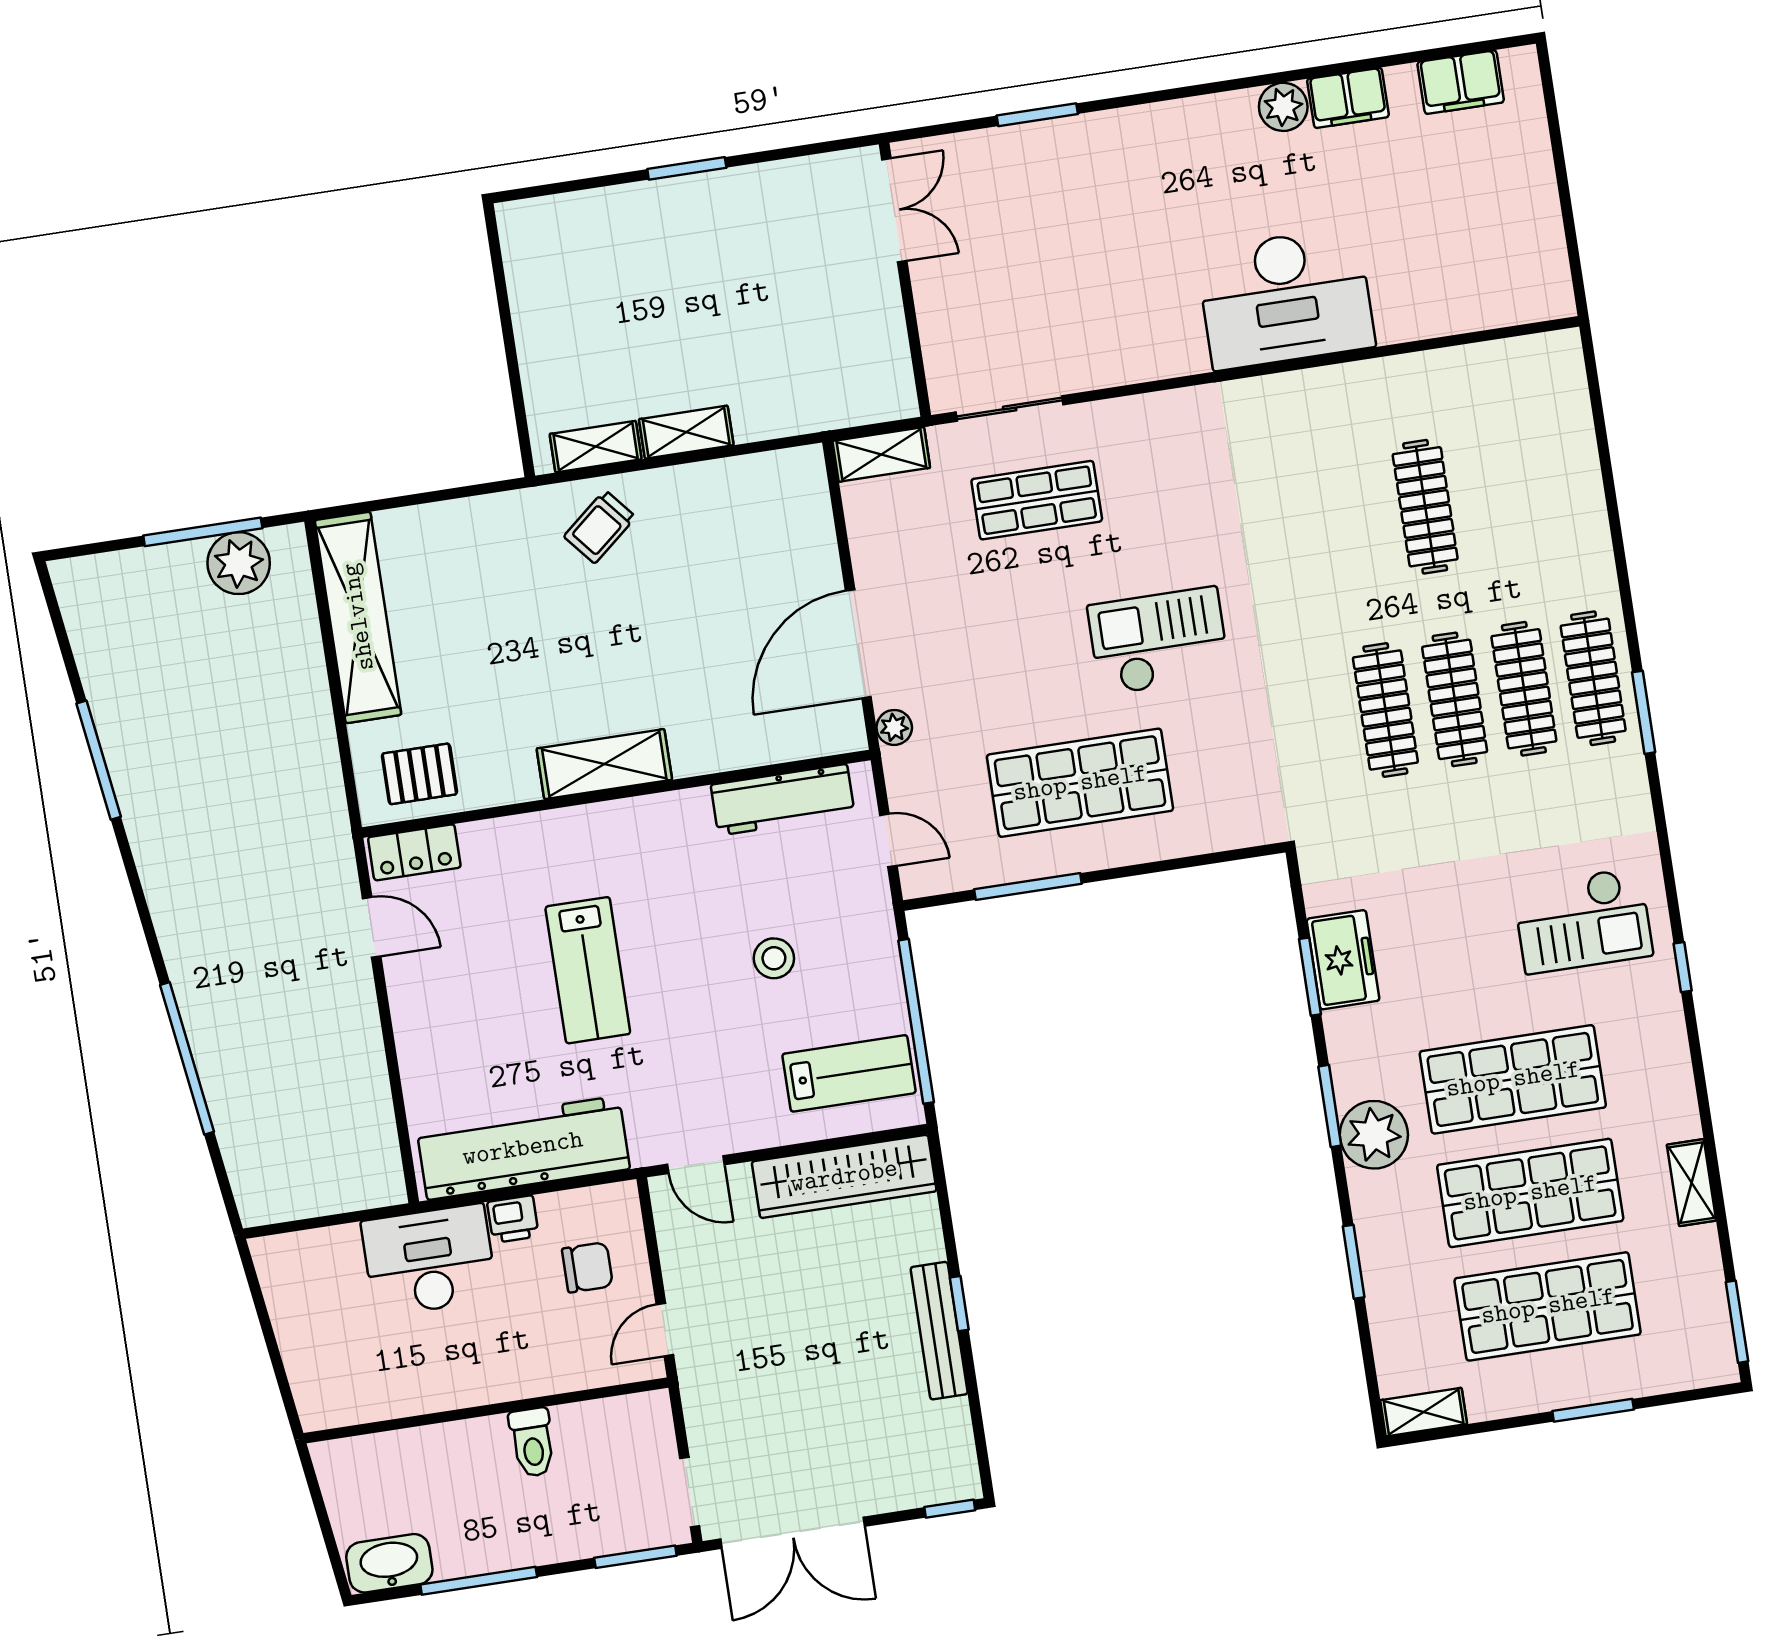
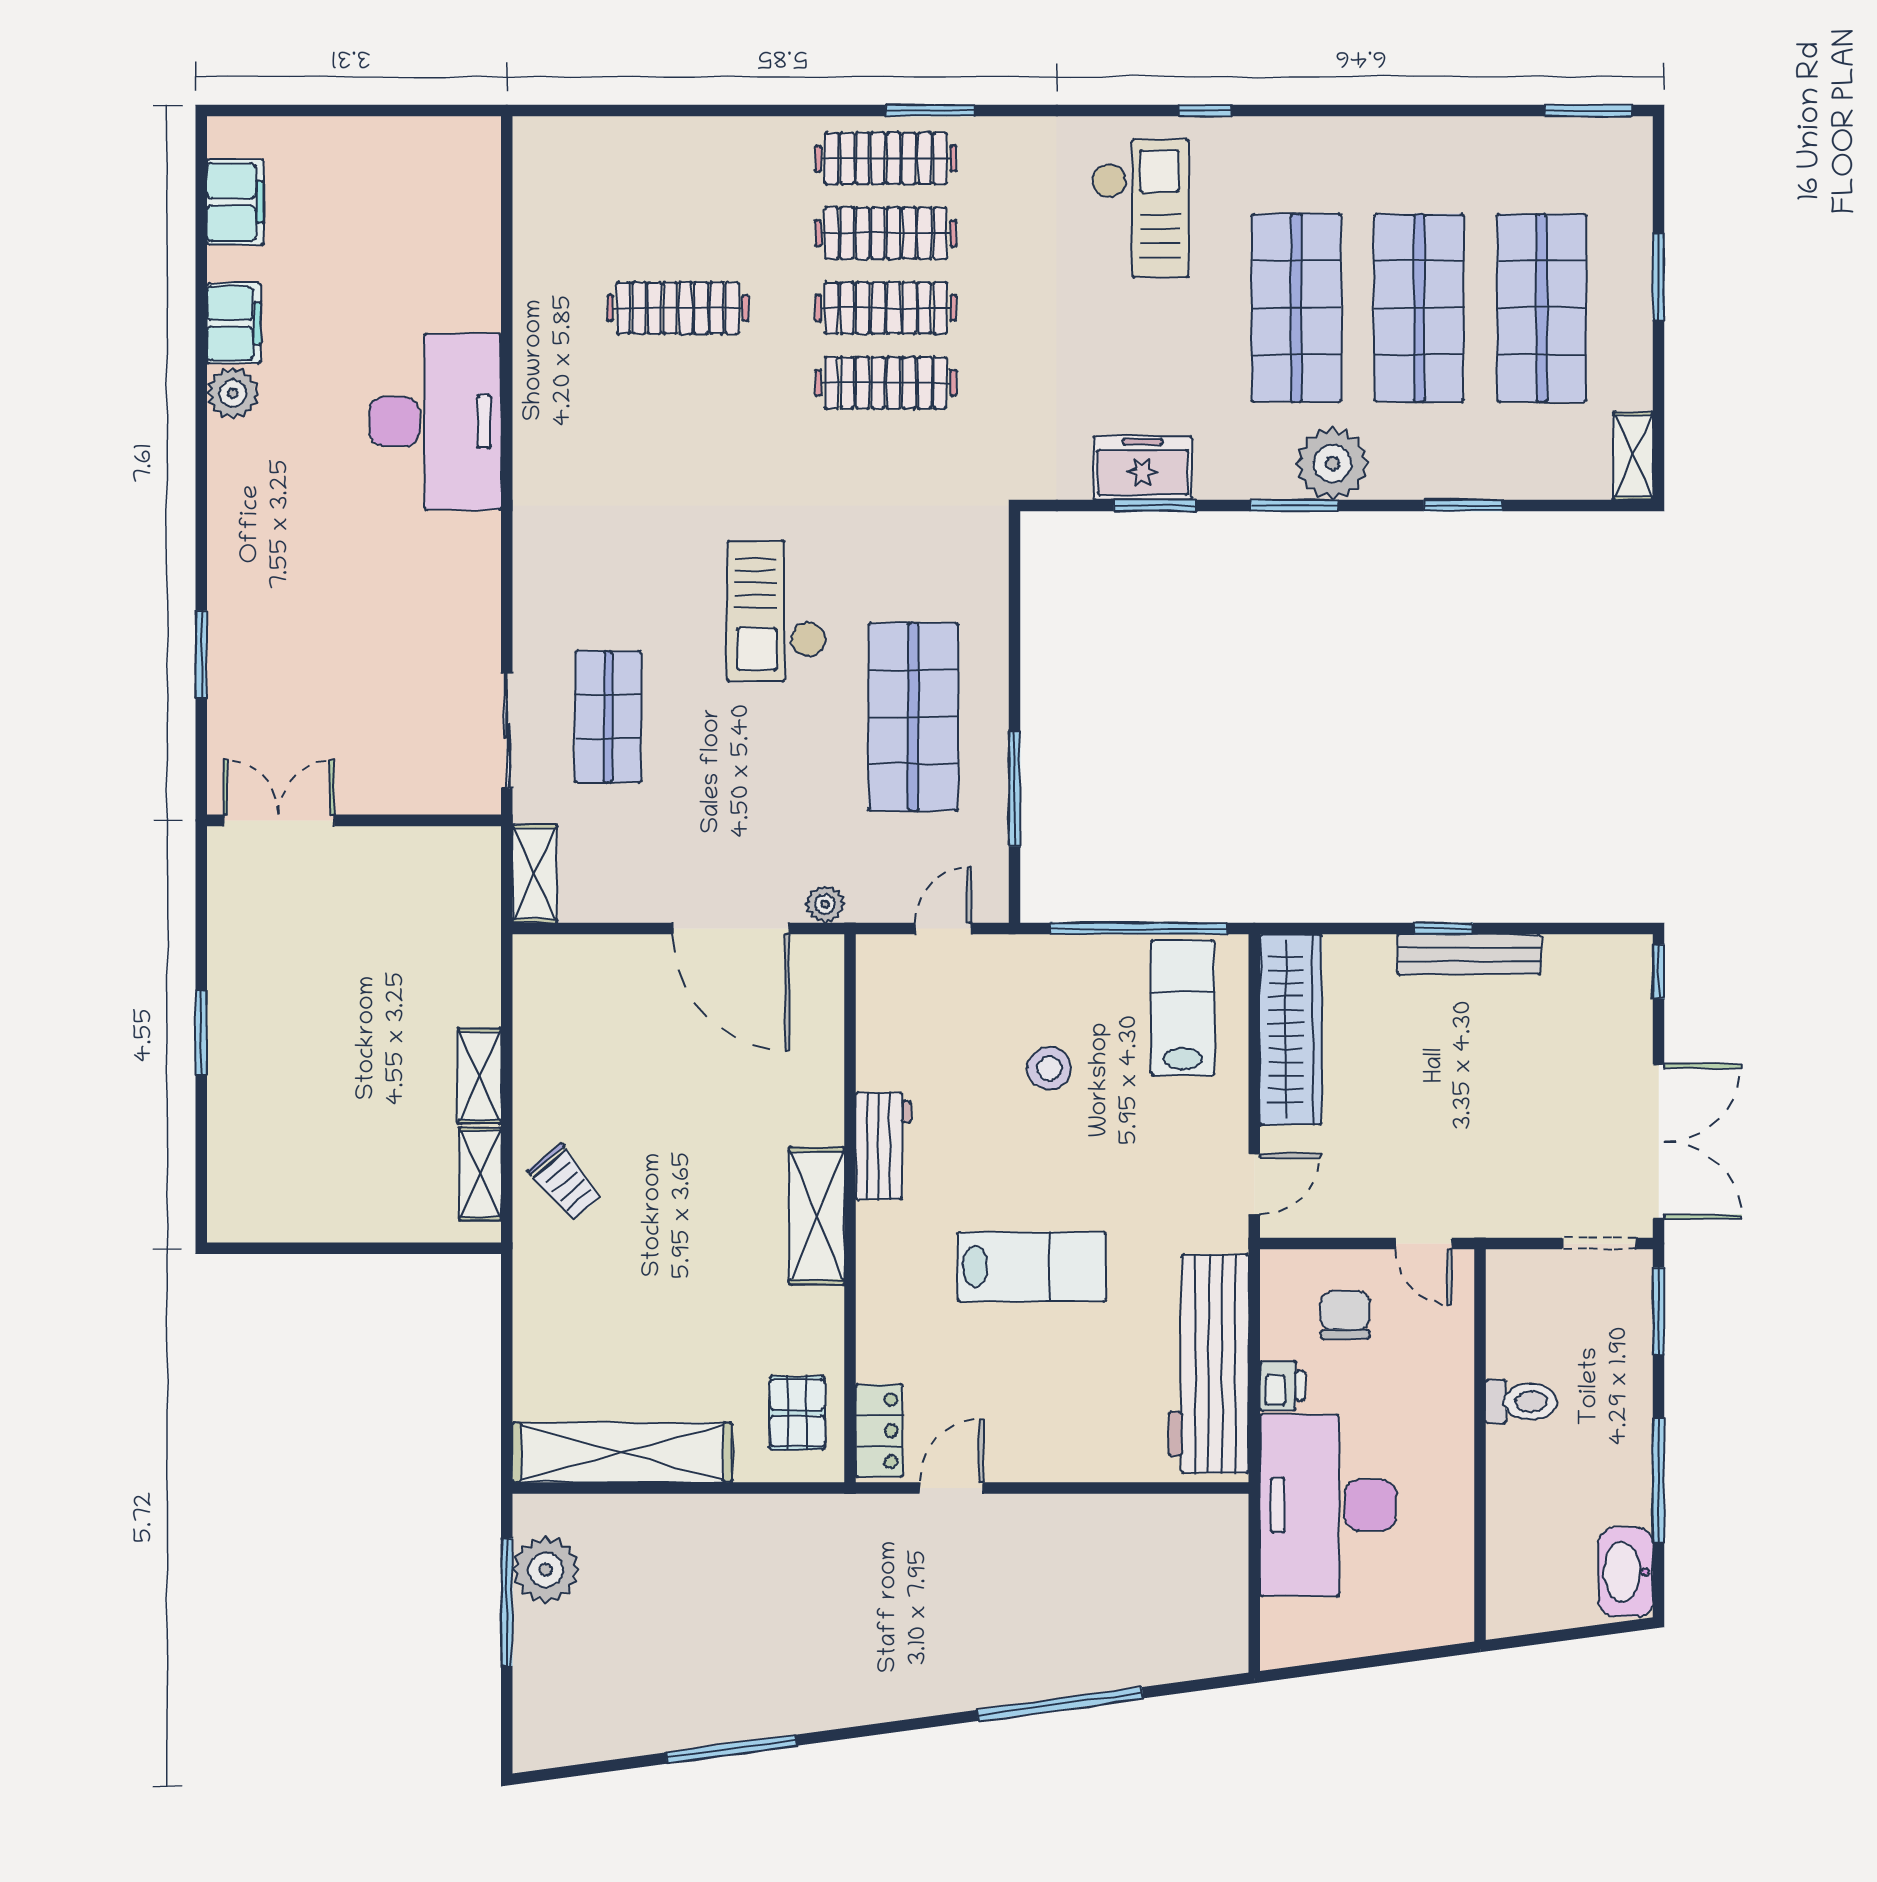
workbench: (783, 800) -> (883, 1146), moved, width x0.73
shelving: (1691, 1183) -> (1434, 136), removed
desk: (429, 1260) -> (1328, 1505), width x1.36, depth x1.30

